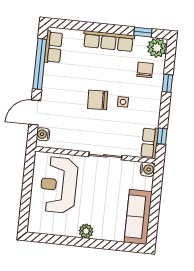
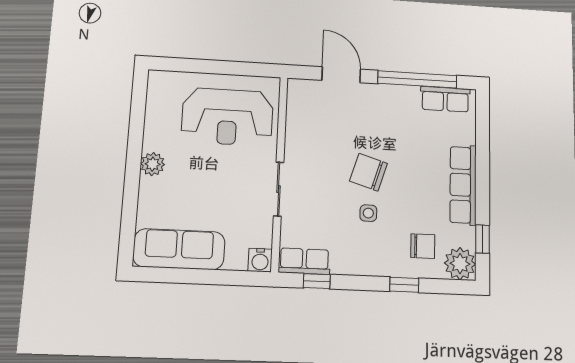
chair: (98, 100) -> (368, 172), turned -71
water cooler: (43, 134) -> (308, 89), removed
reception desk: (59, 185) -> (227, 117), turned 180

